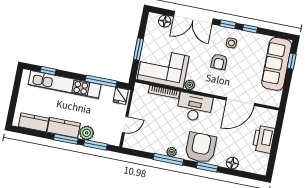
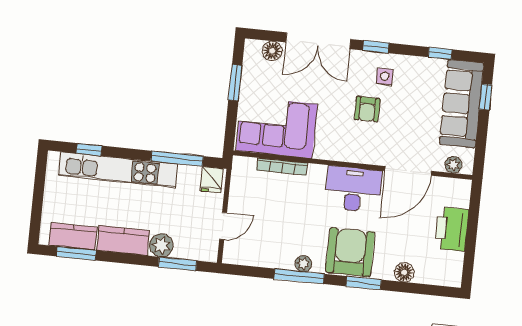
window: (250, 29) -> (440, 53), moved
window: (138, 49) -> (235, 83), moved
plant: (190, 85) -> (453, 165), moved
desk: (194, 107) -> (353, 189), moved
window: (66, 139) -> (76, 253), moved

